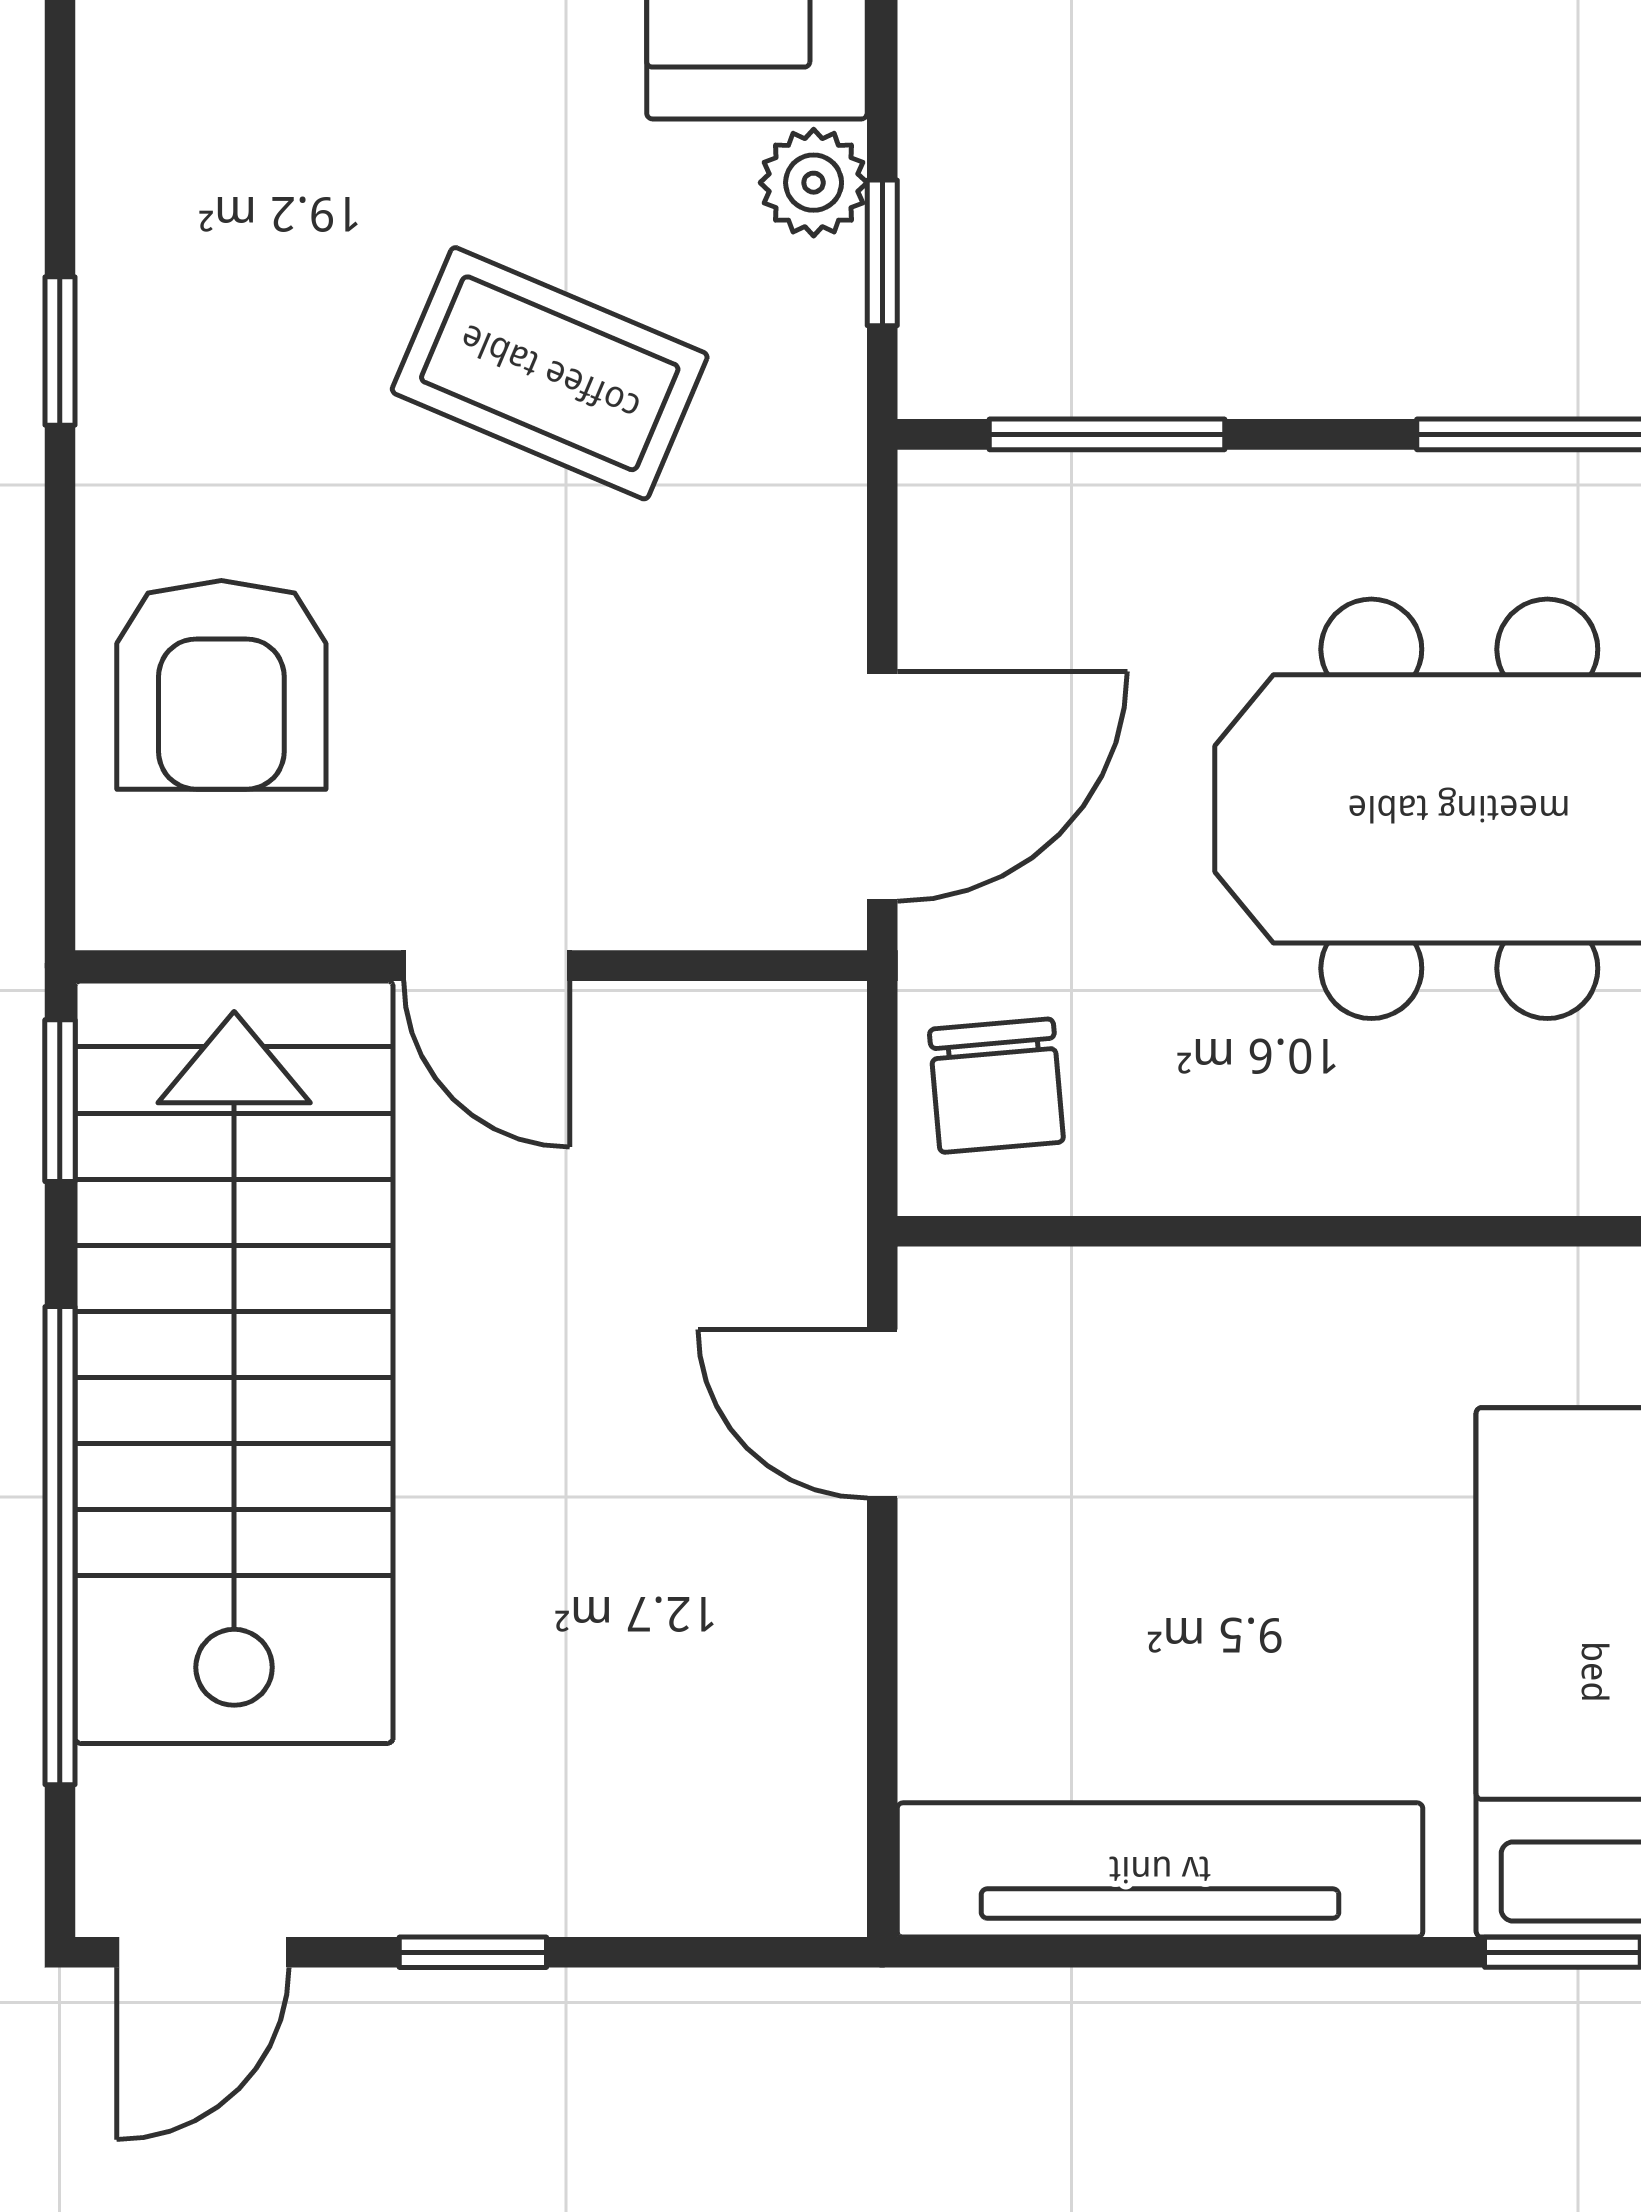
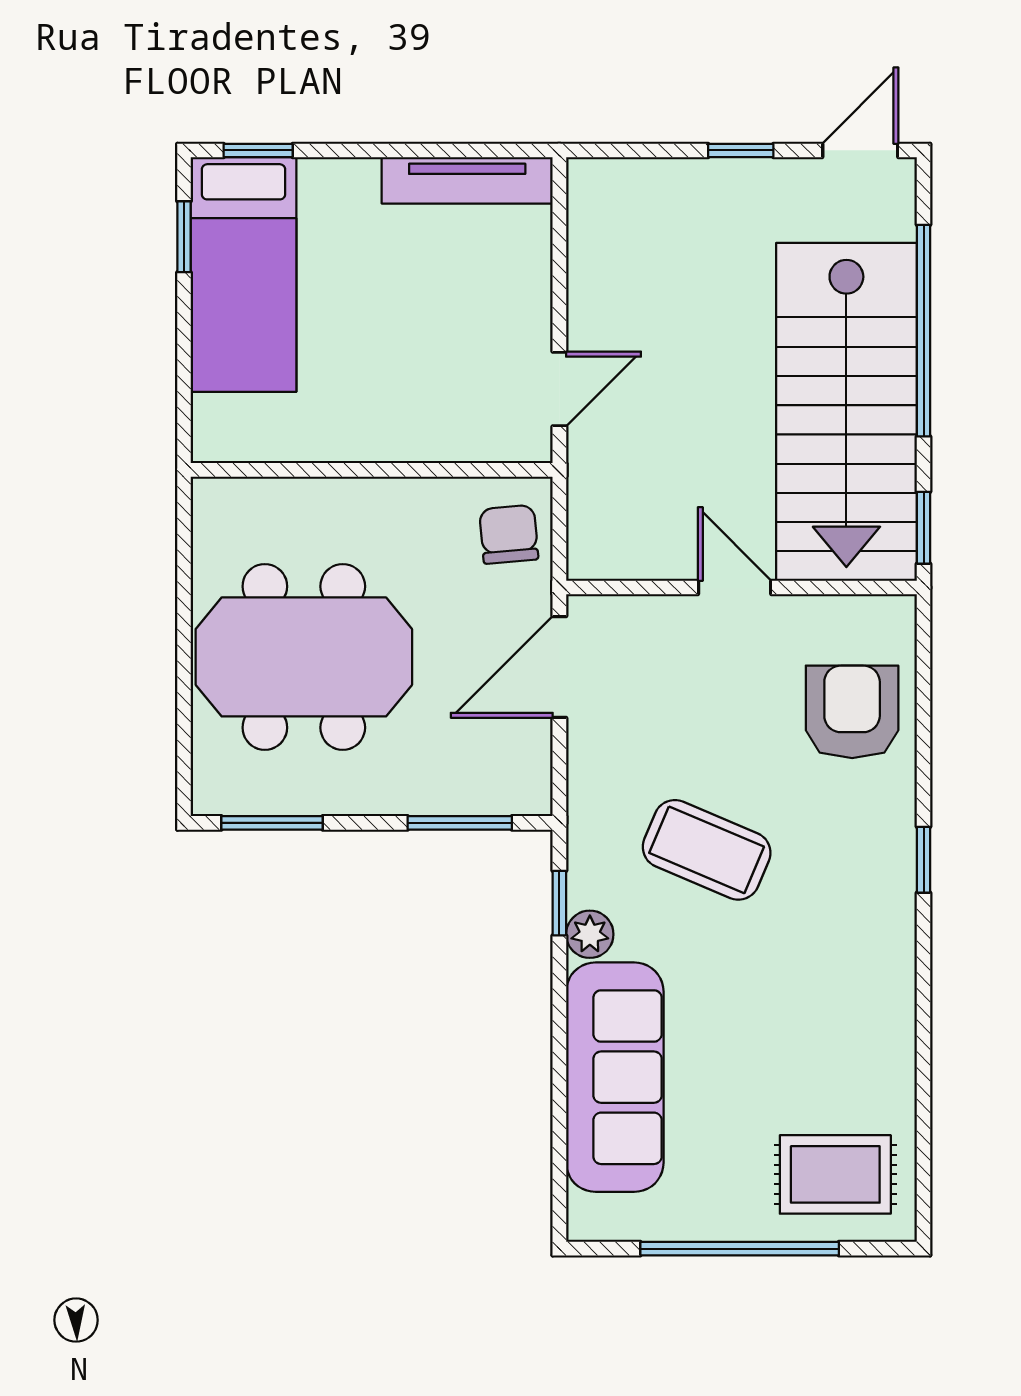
door: (882, 1414) -> (559, 389), hinge flipped
tv unit: (1160, 1870) -> (467, 180), width x0.73, depth x0.78

